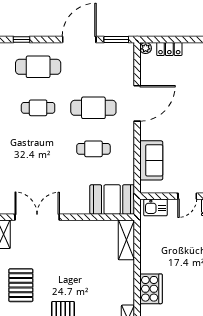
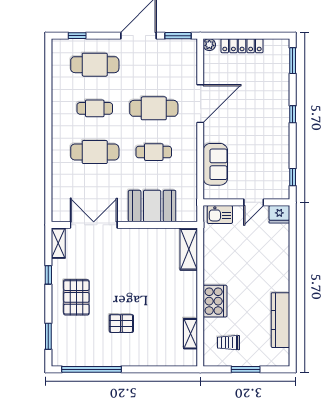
locker: (169, 49) -> (242, 46), width x1.53
cafe table: (38, 149) -> (95, 152), added
booth: (112, 199) -> (152, 206), moved

